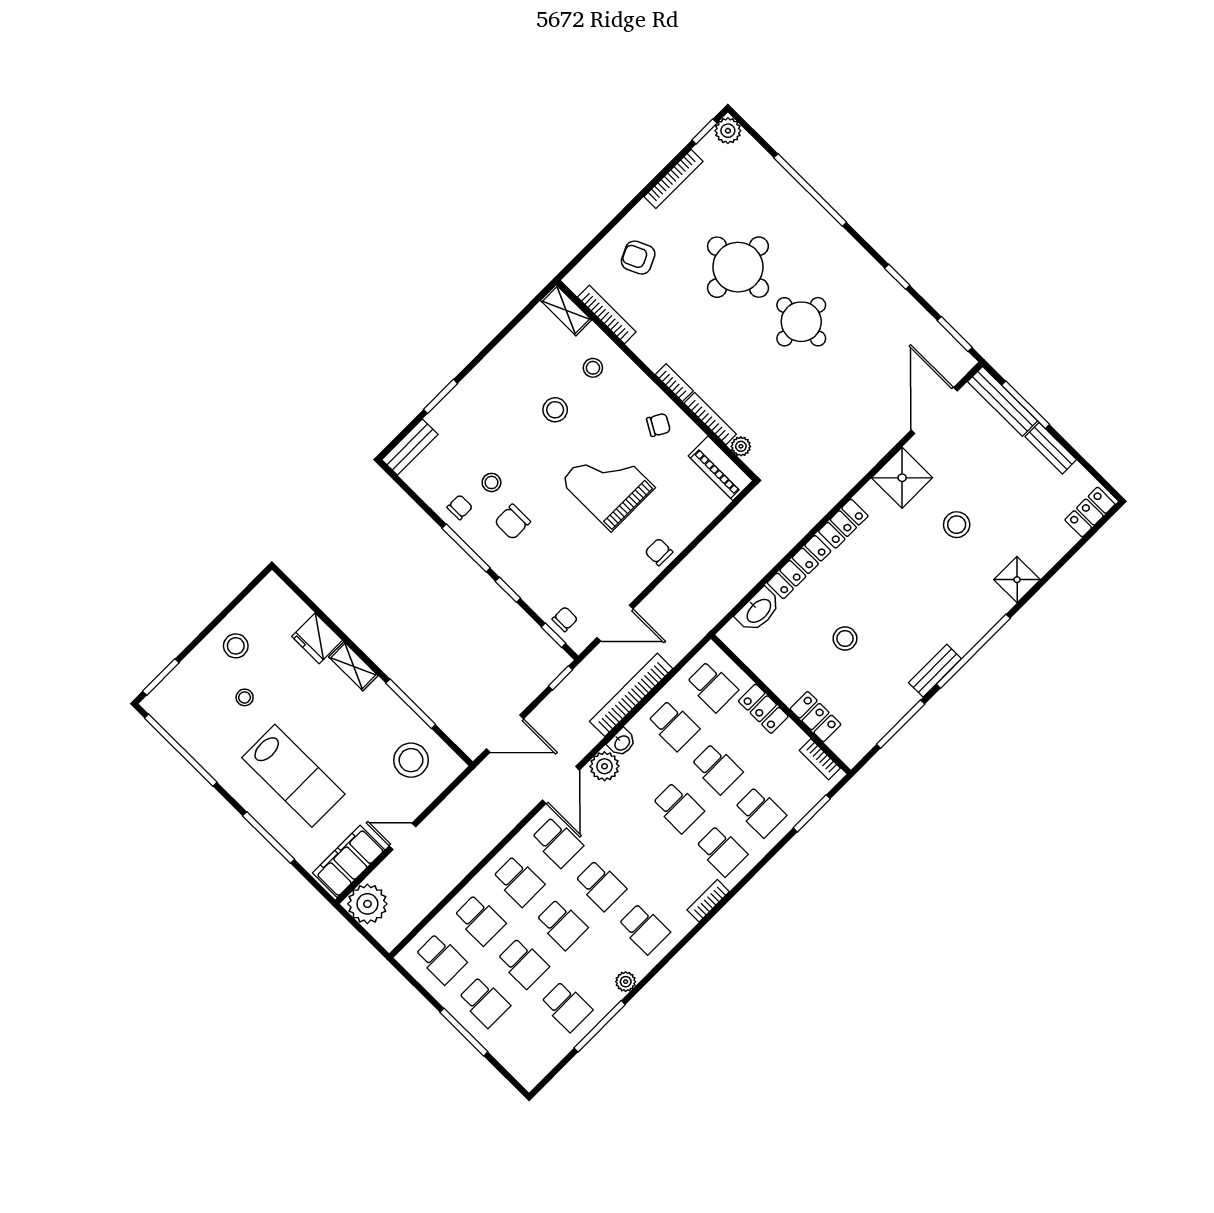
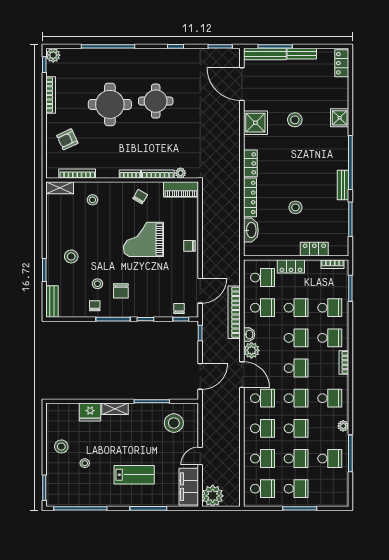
stool: (555, 410) -> (71, 256), moved
lab bench: (293, 776) -> (134, 475), width x0.73, depth x0.72
school desk: (639, 846) -> (296, 368), added

